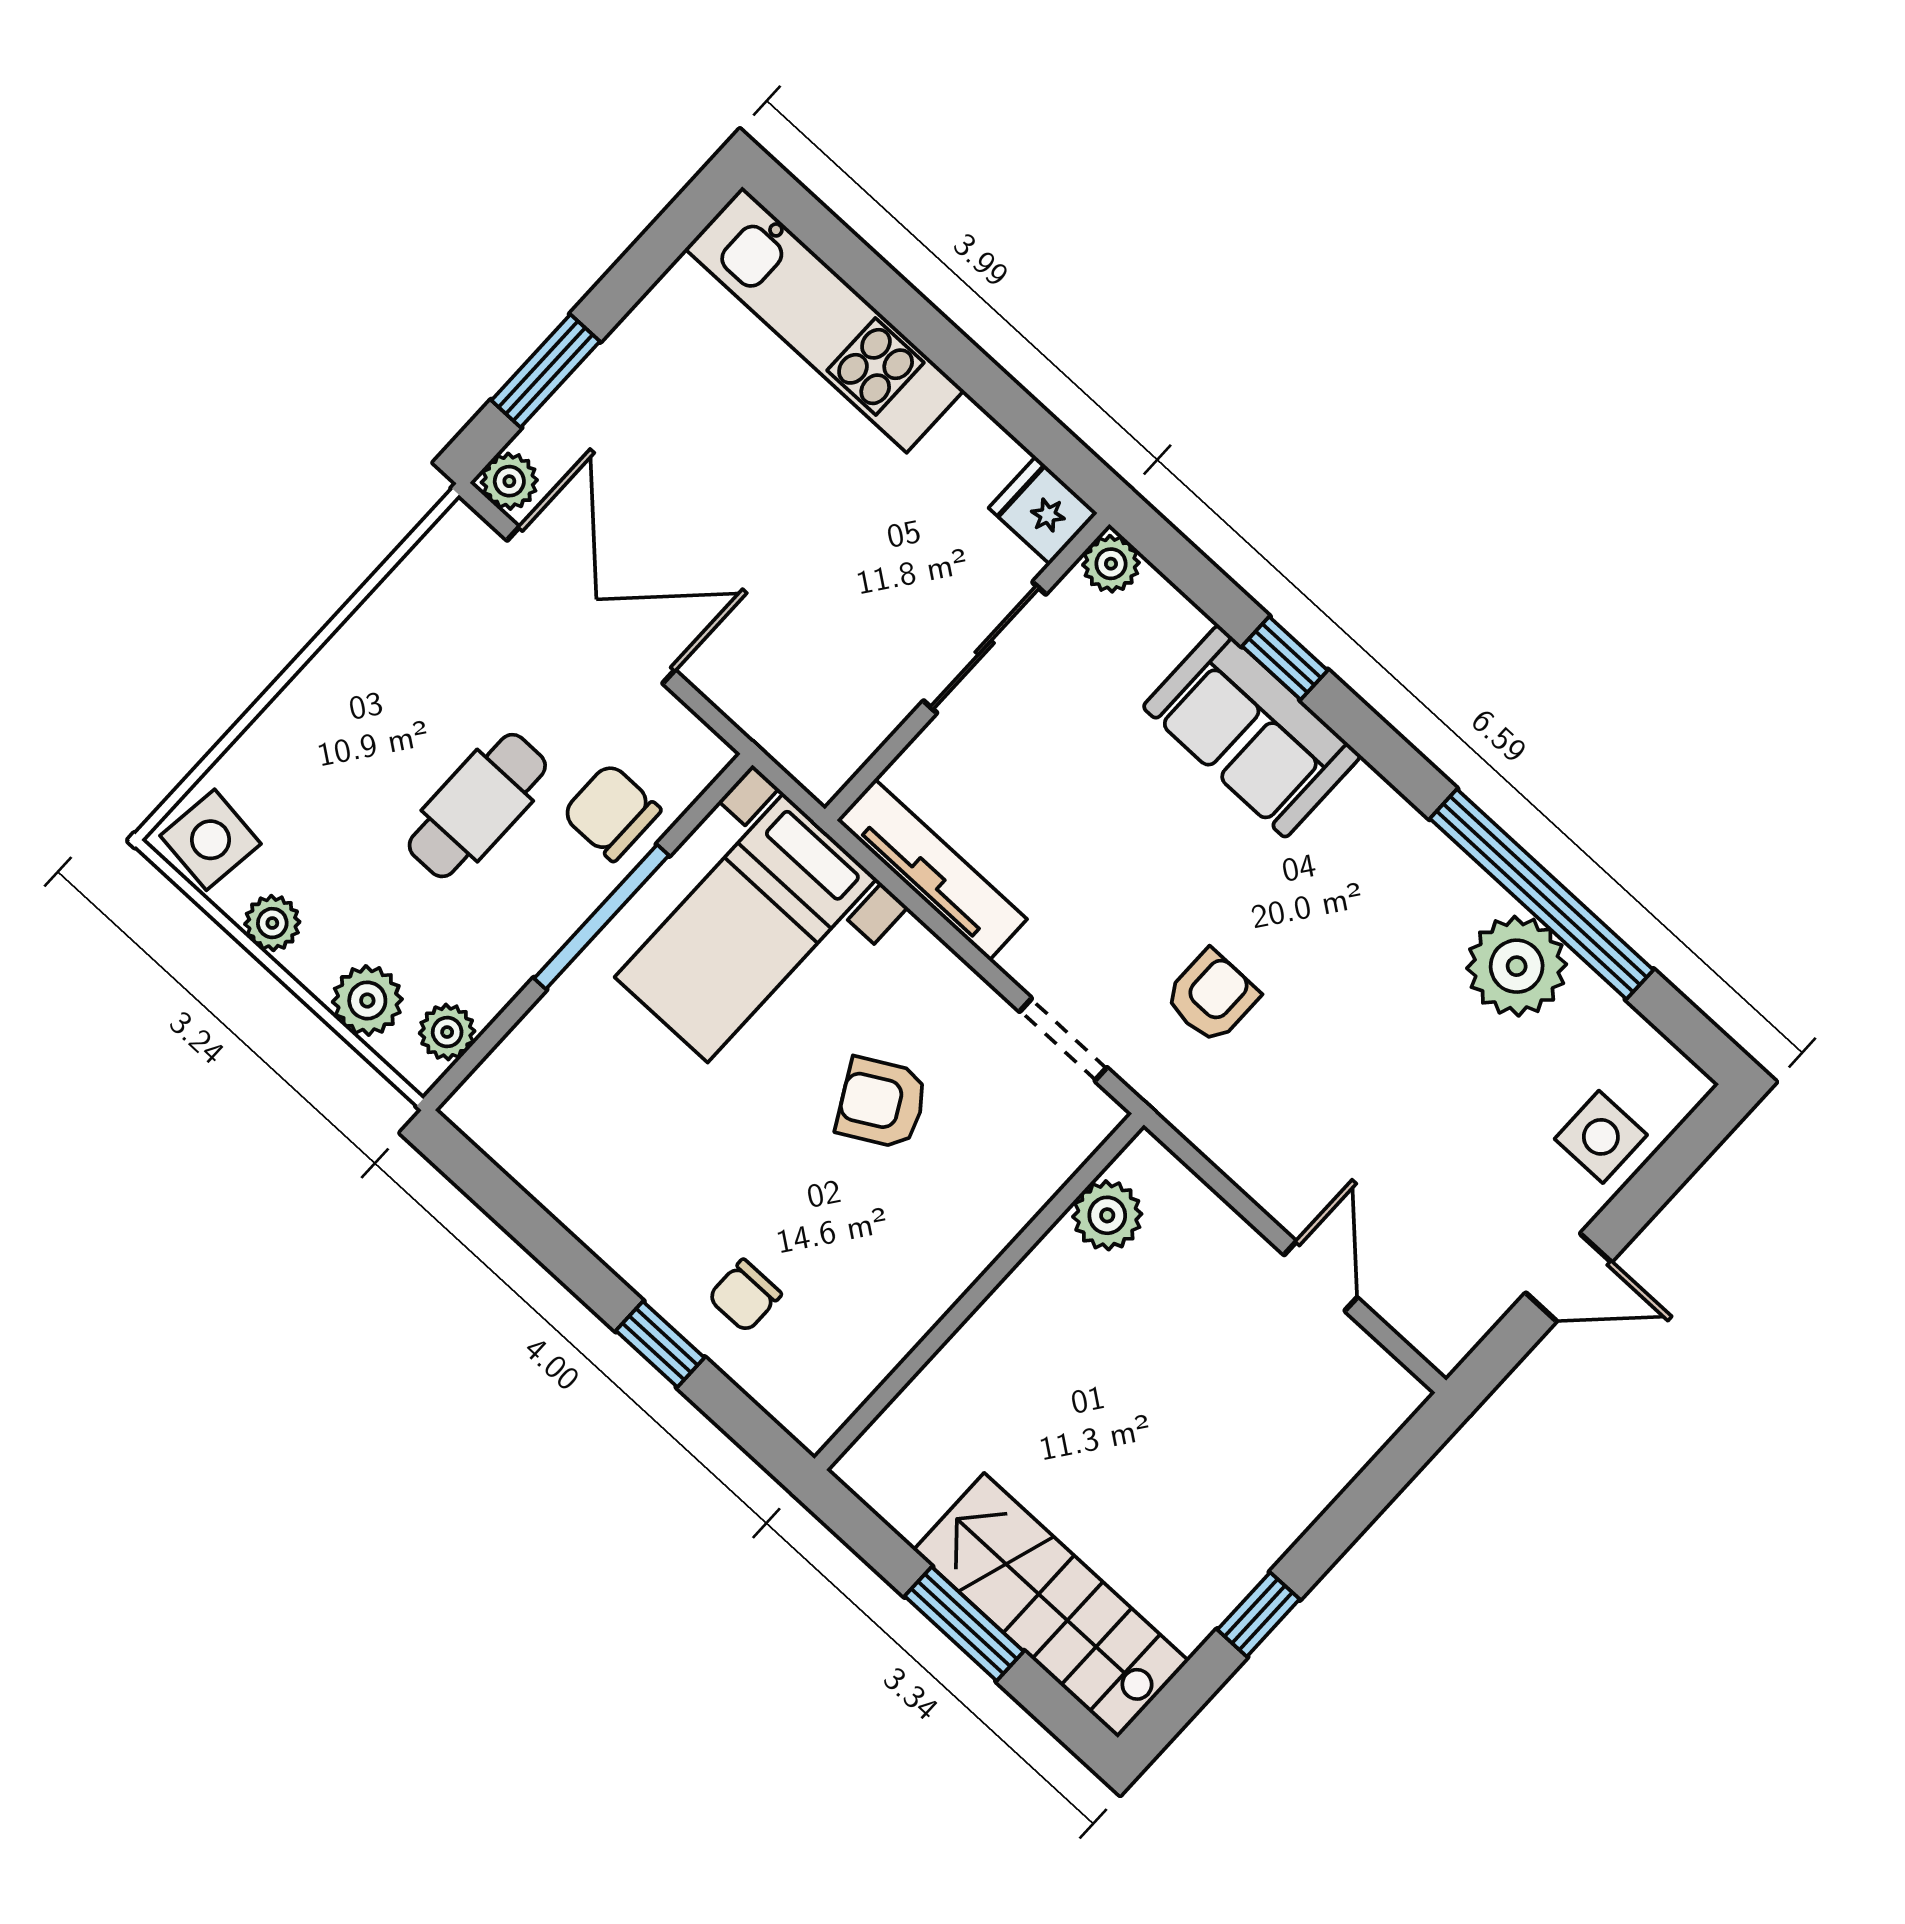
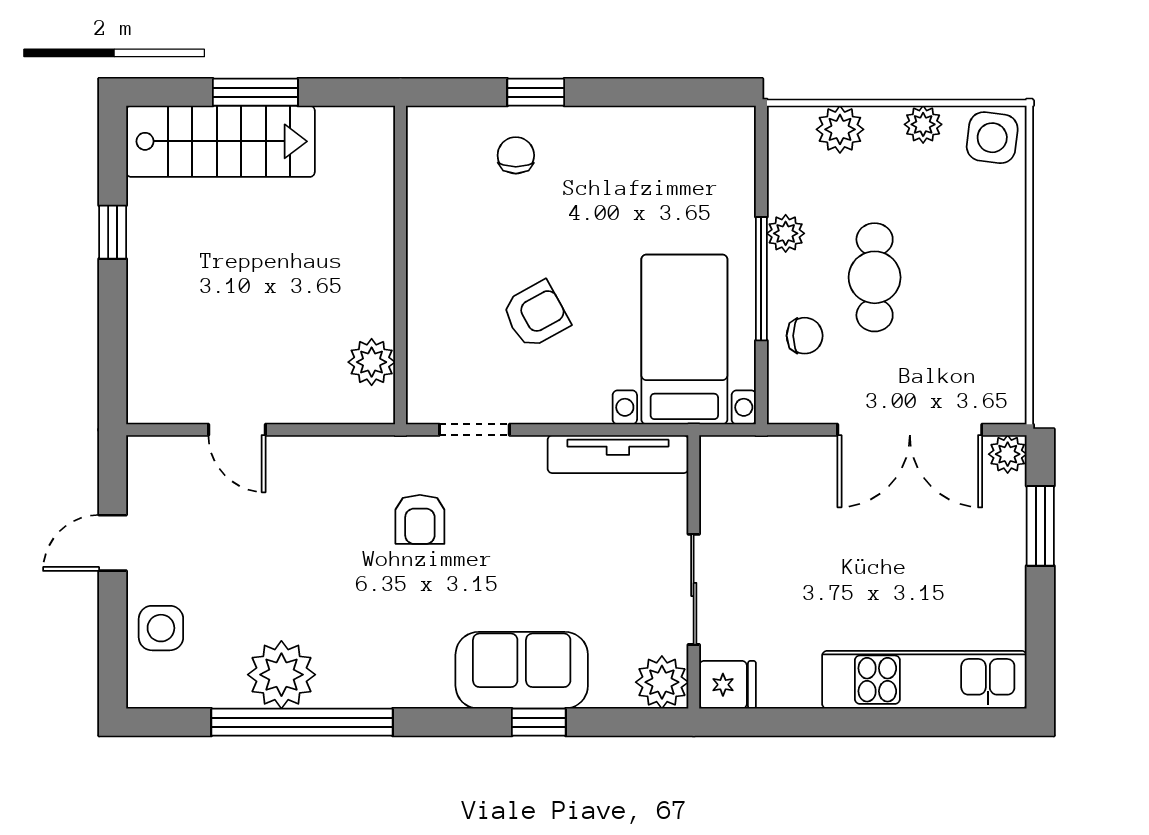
plant: (1111, 564) -> (662, 682), width x1.38, depth x1.38
chair: (611, 812) -> (805, 336), width x0.73, depth x0.73
plant: (447, 1032) -> (786, 233), moved

